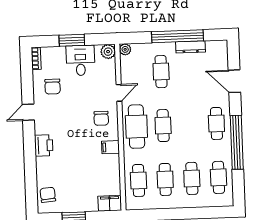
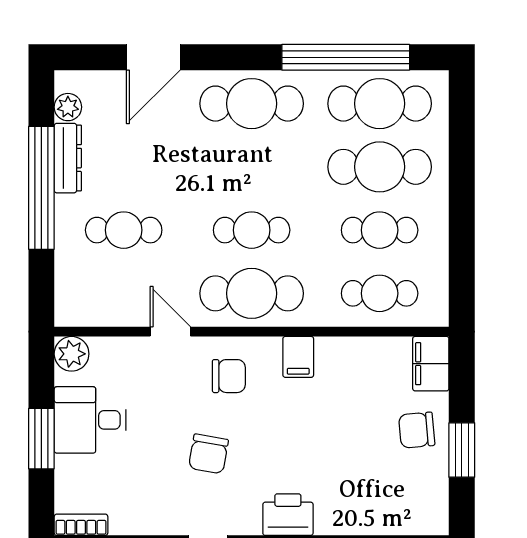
plant: (125, 49) -> (68, 107), moved
chair: (53, 87) -> (208, 454), moved, turned 100
cafe table: (216, 123) -> (252, 104), width x1.37, depth x1.35
window: (237, 142) -> (346, 57), moved
cafe table: (219, 177) -> (380, 104), width x1.37, depth x1.35
cafe table: (192, 178) -> (380, 167), width x1.37, depth x1.35
chair: (48, 195) -> (417, 430), moved

